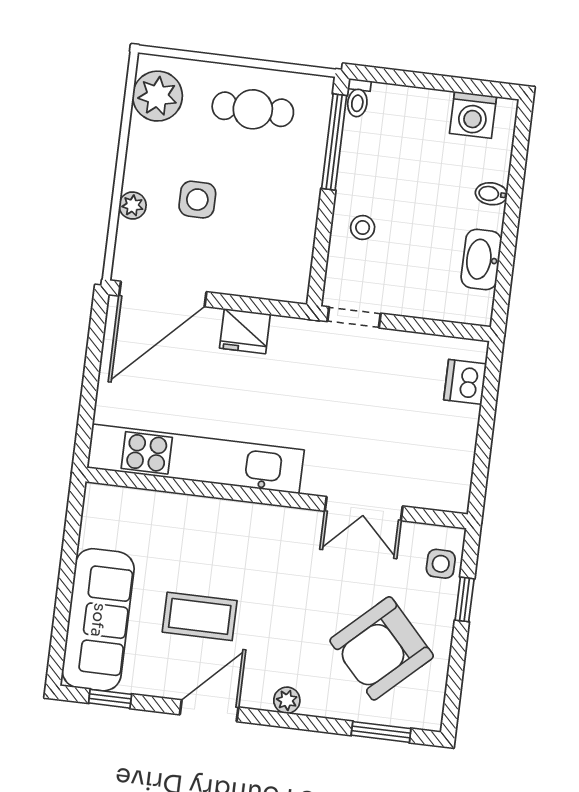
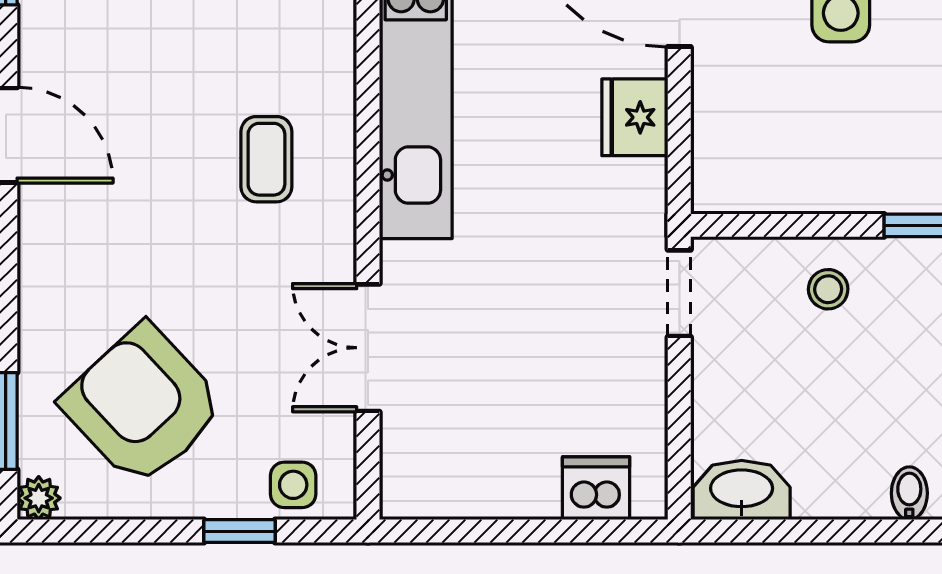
washbasin: (481, 259) -> (742, 490), moved
coffee table: (200, 616) -> (266, 159), moved, width x0.73, depth x0.77
plant: (287, 700) -> (39, 498), moved

